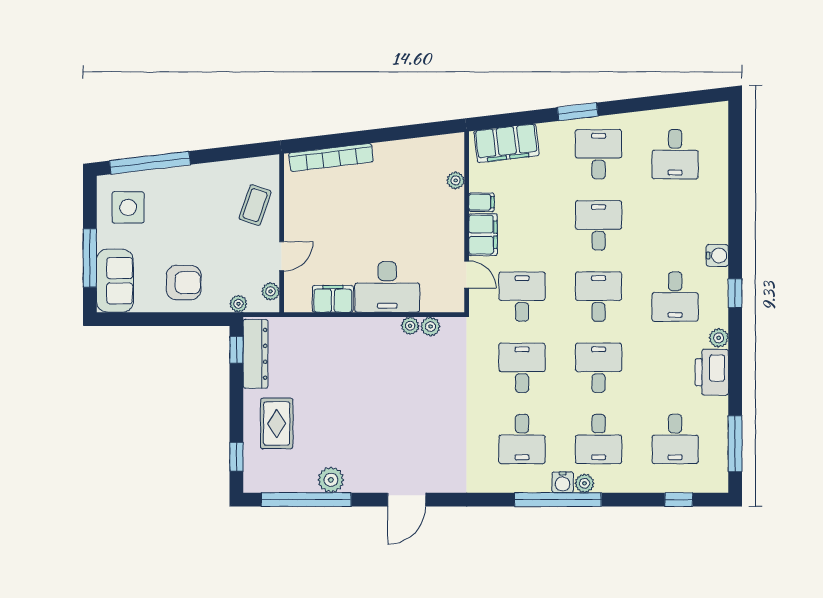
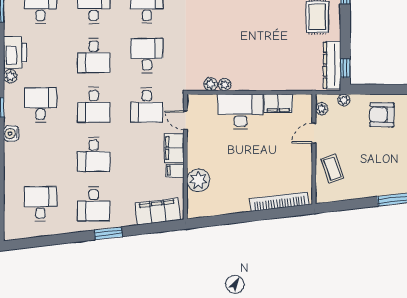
plant: (456, 180) -> (198, 180), width x1.87, depth x1.87
coffee table: (255, 205) -> (332, 169), turned -38
desk: (522, 368) -> (147, 56), turned 180

